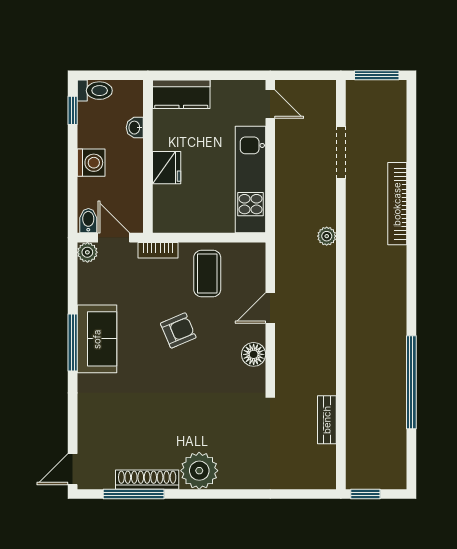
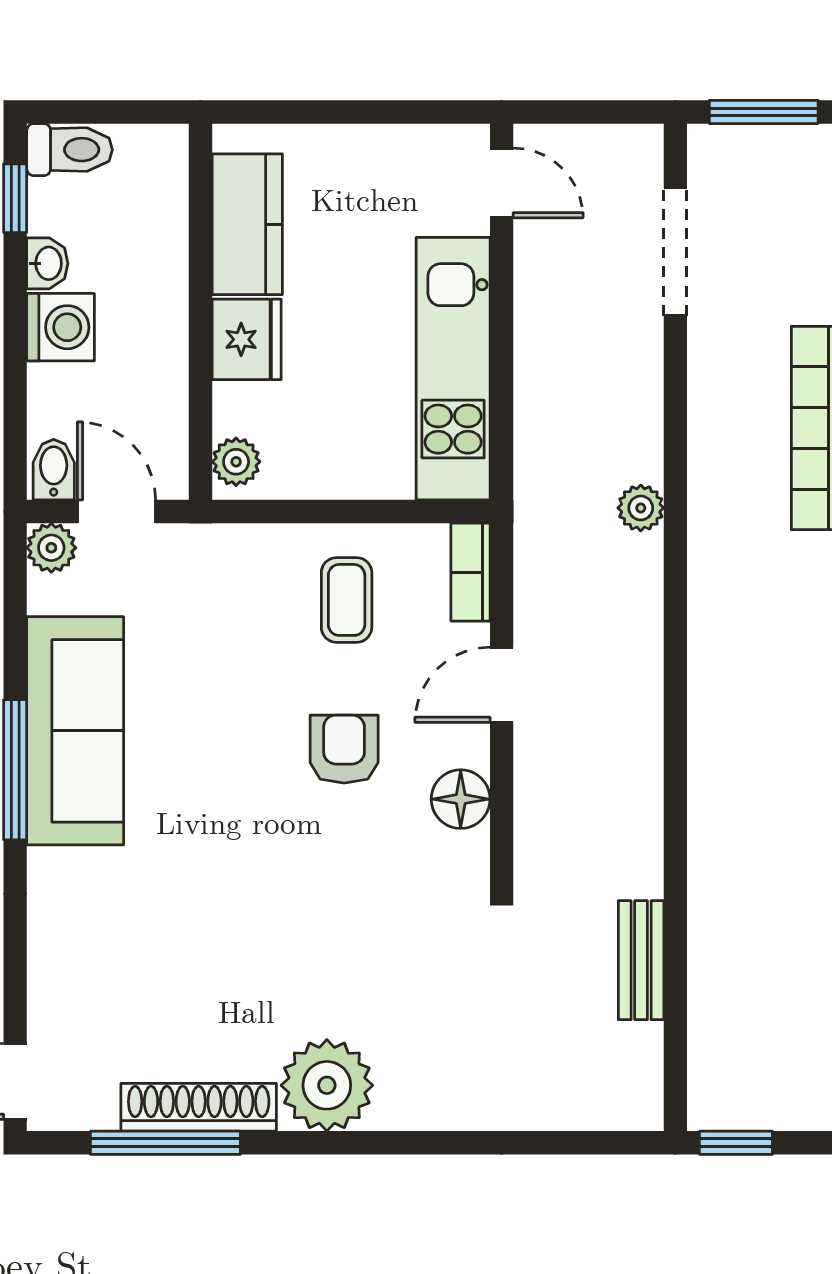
kitchen counter: (181, 94) -> (247, 224), moved, turned -90
washbasin: (135, 128) -> (47, 263), moved, turned 180
doorway: (341, 153) -> (675, 251), moved
plant: (162, 217) -> (236, 462), added
bookcase: (158, 250) -> (470, 572), moved, turned 90
coffee table: (207, 273) -> (347, 600), width x0.73, depth x0.77
armchair: (178, 330) -> (344, 749), moved, turned -67
sofa: (97, 339) -> (75, 731), width x1.36

